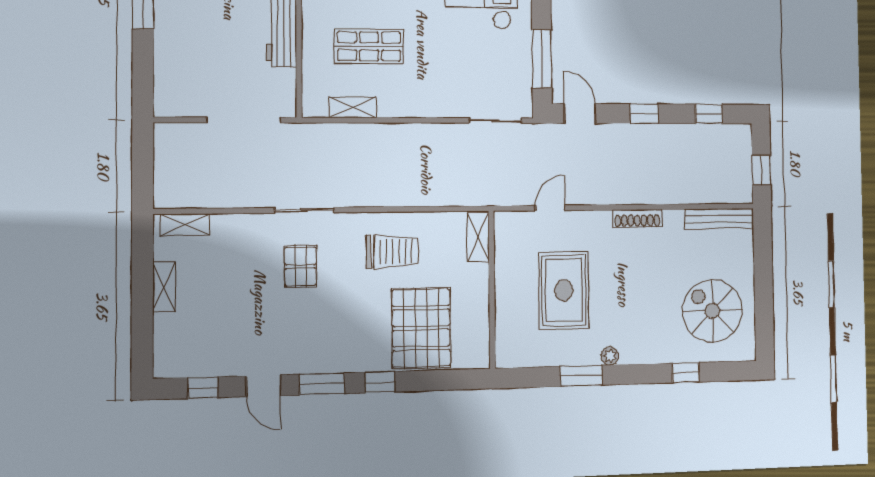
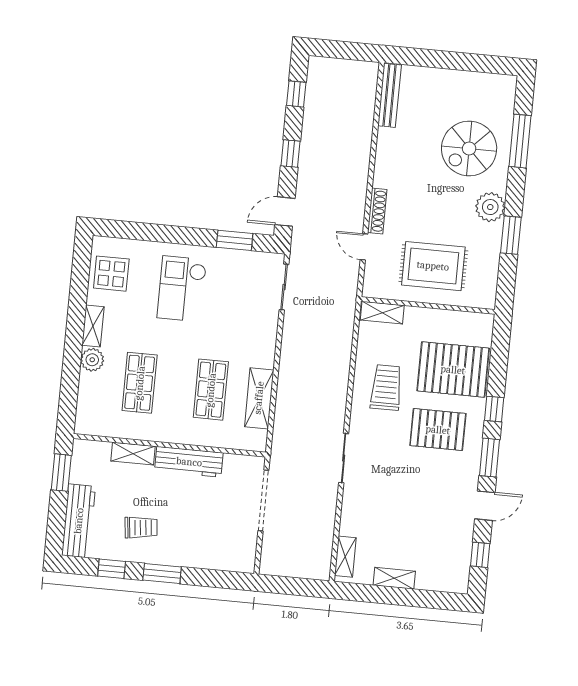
window: (542, 59) -> (235, 240), width x0.69
shelving: (353, 107) -> (259, 398), width x1.50, depth x1.33
window: (761, 170) -> (351, 51), removed
shoe rack: (637, 218) -> (377, 211), moved
pallet: (300, 266) -> (438, 430), moved, width x1.50, depth x1.42
rug: (564, 290) -> (433, 266), moved
spiral stairs: (712, 311) -> (469, 149), moved
plant: (610, 356) -> (490, 207), width x1.87, depth x1.87
window: (686, 373) -> (520, 141), width x2.17

